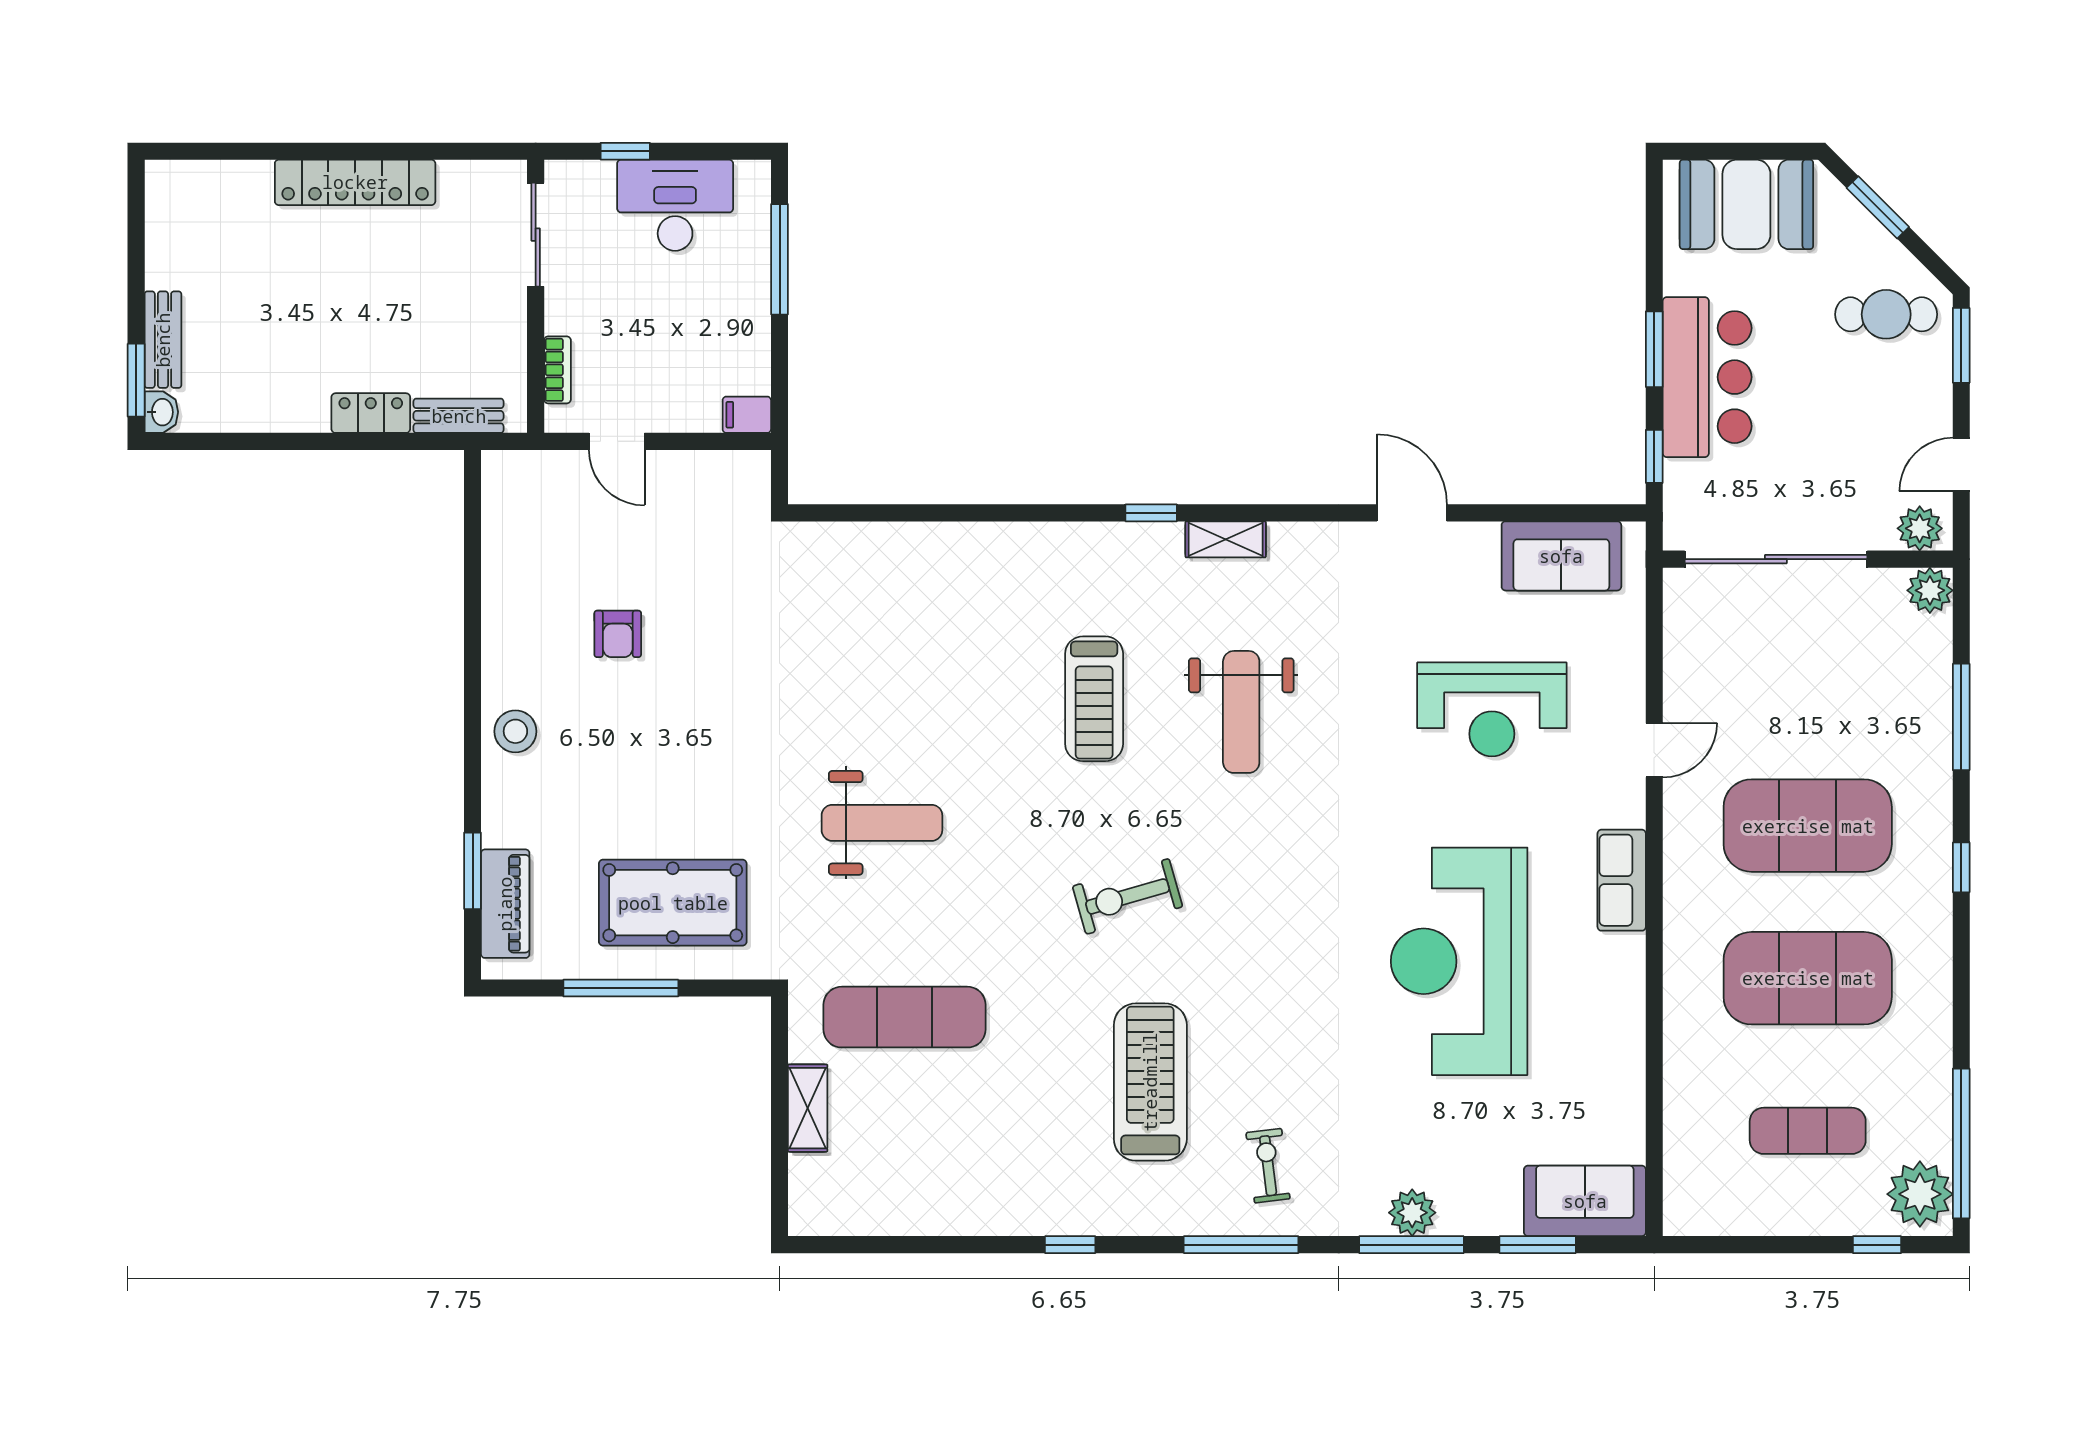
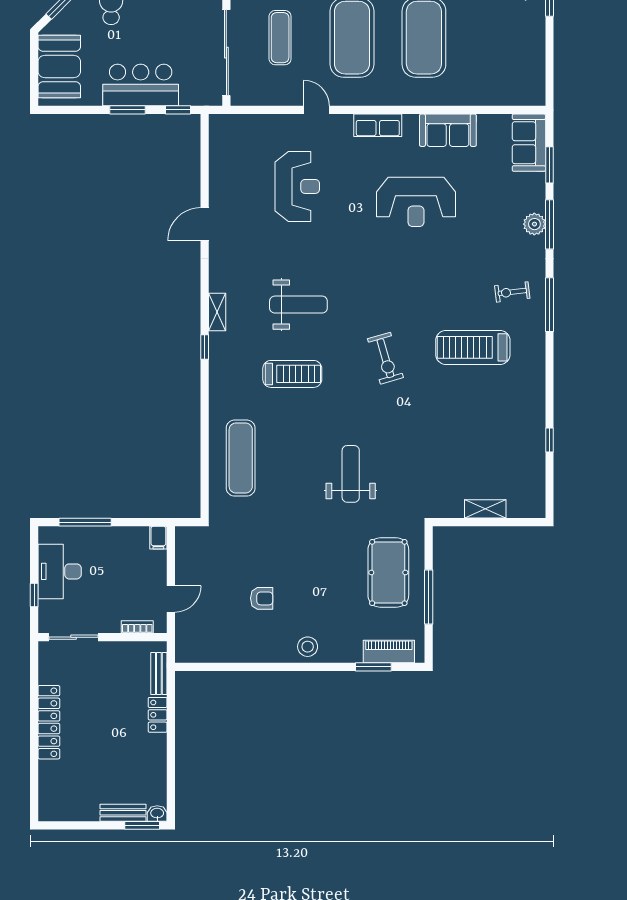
sofa: (1561, 556) -> (448, 130), moved, turned 90
reception desk: (1459, 961) -> (416, 202), width x0.74, depth x0.77
exercise mat: (905, 1017) -> (241, 458), moved
exercise mat: (1808, 1131) -> (280, 38), moved
window: (1070, 1245) -> (549, 440), moved

